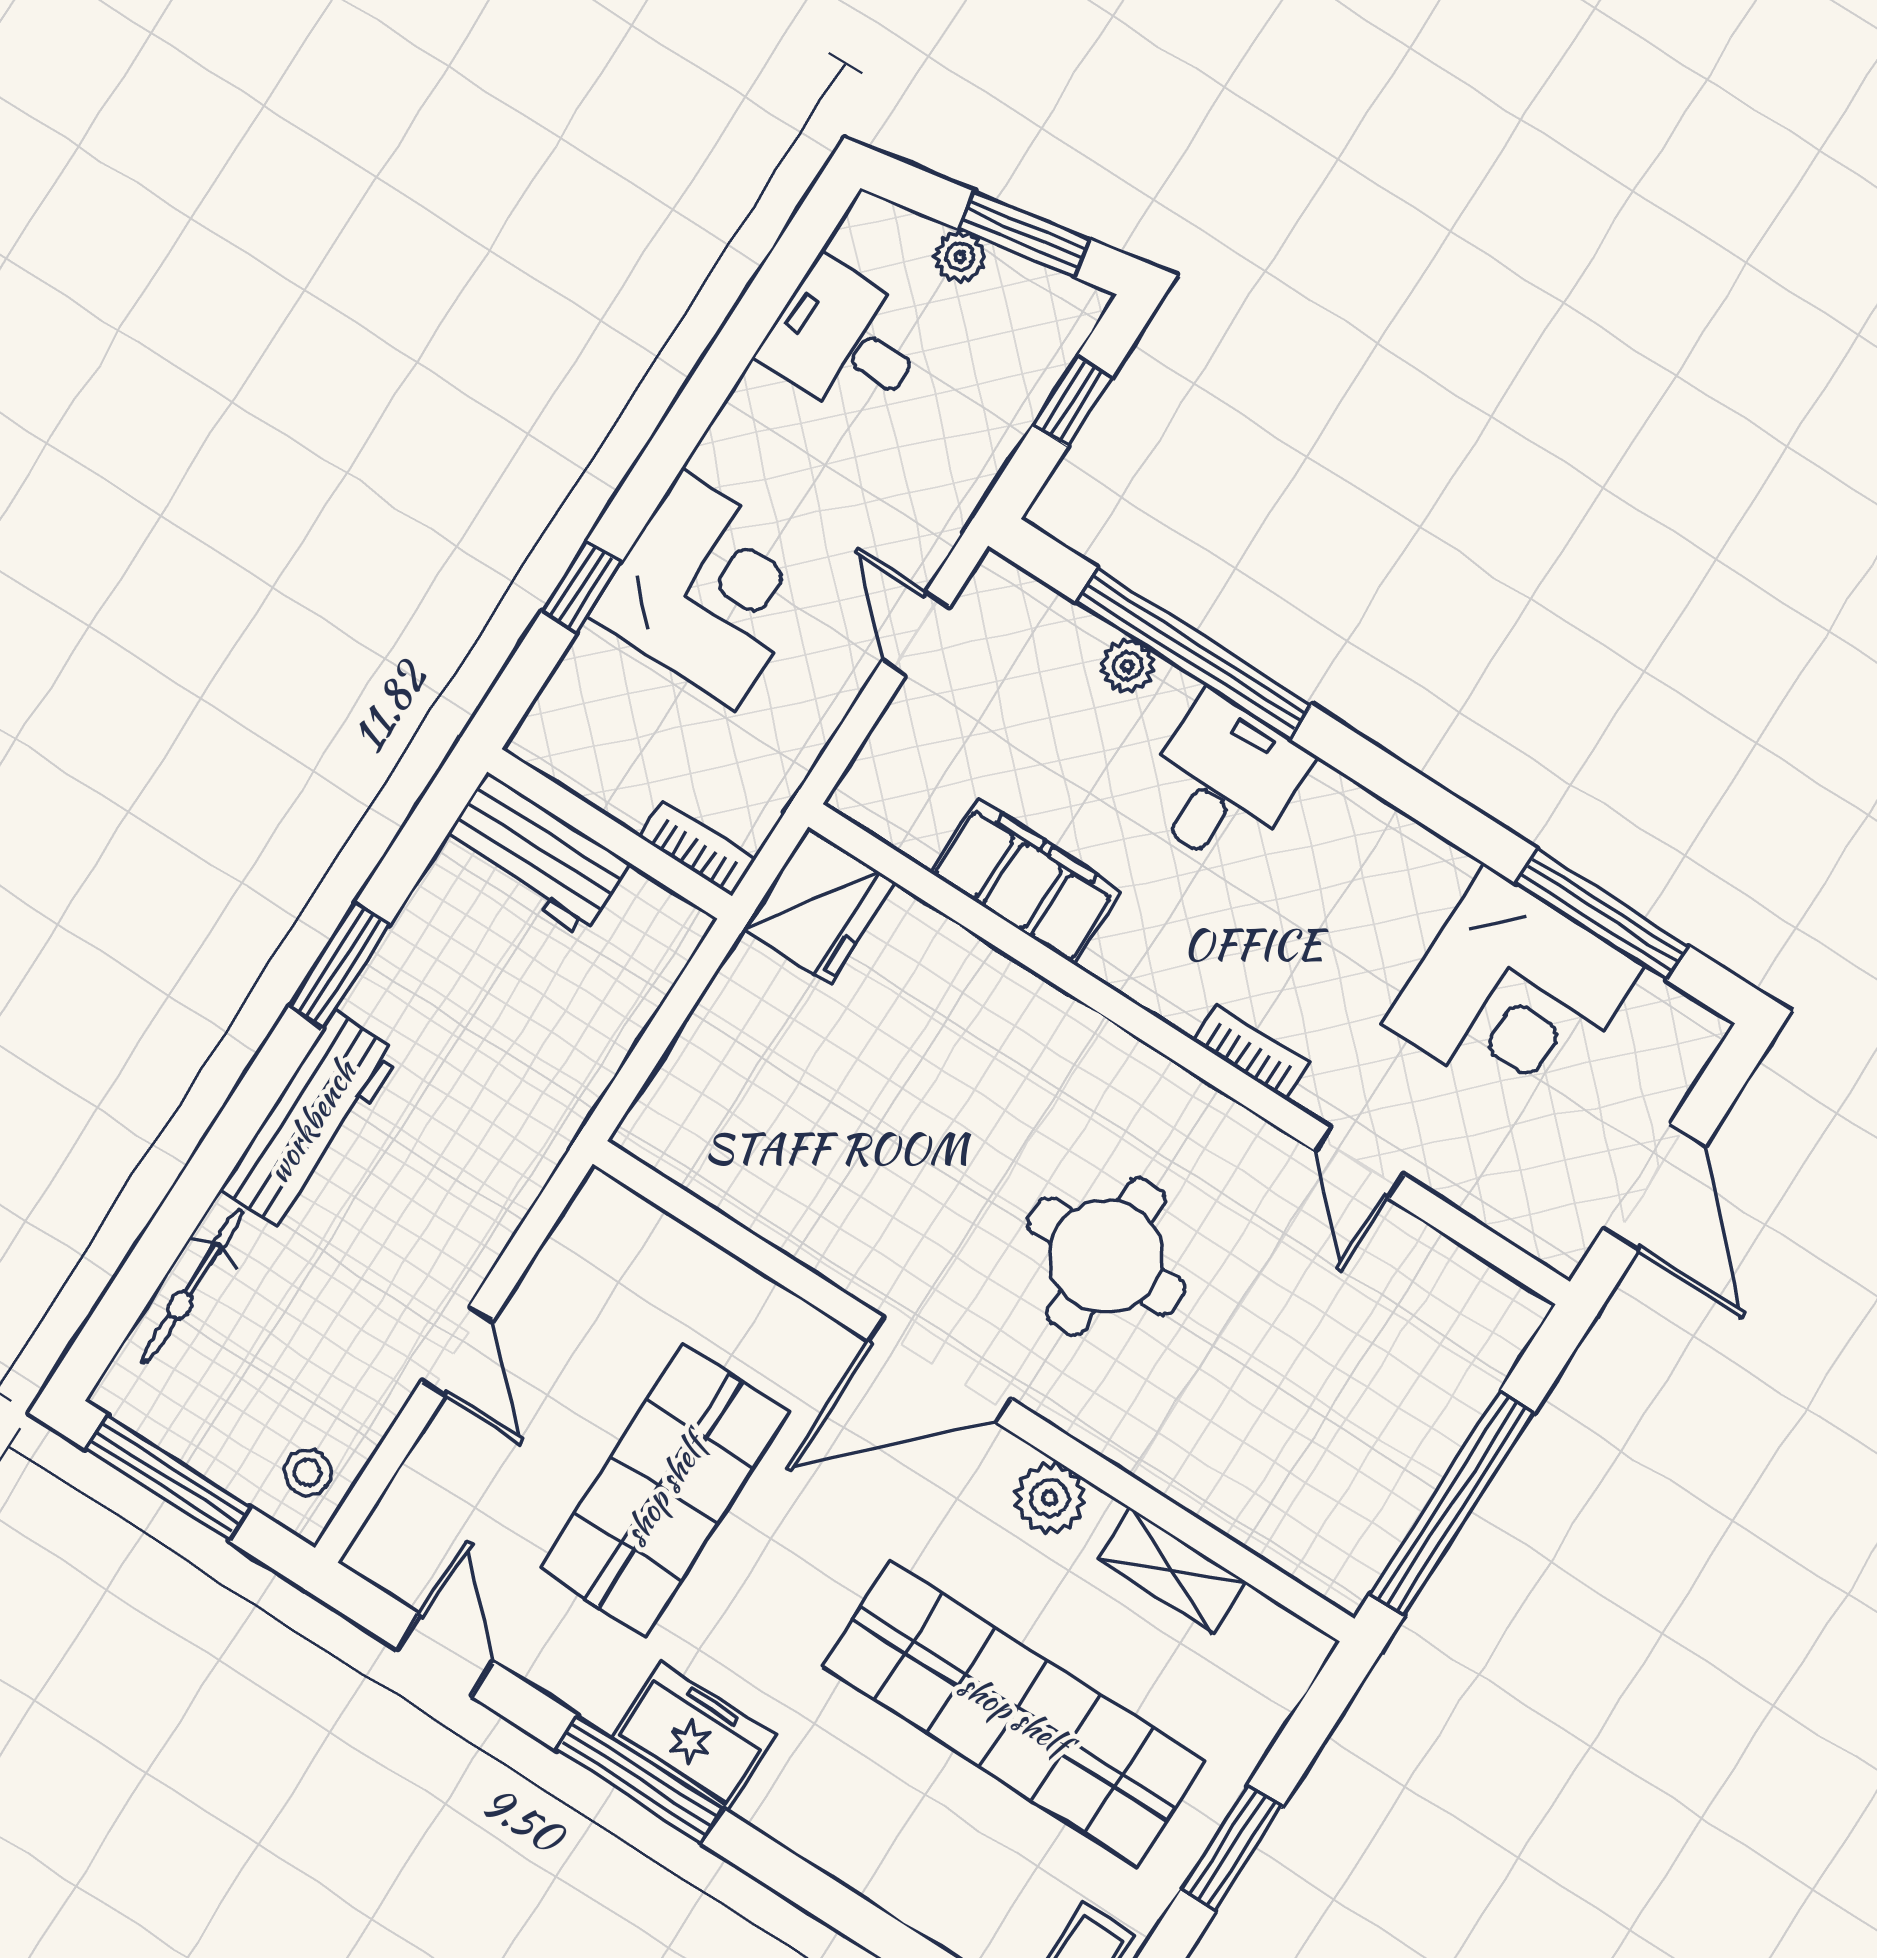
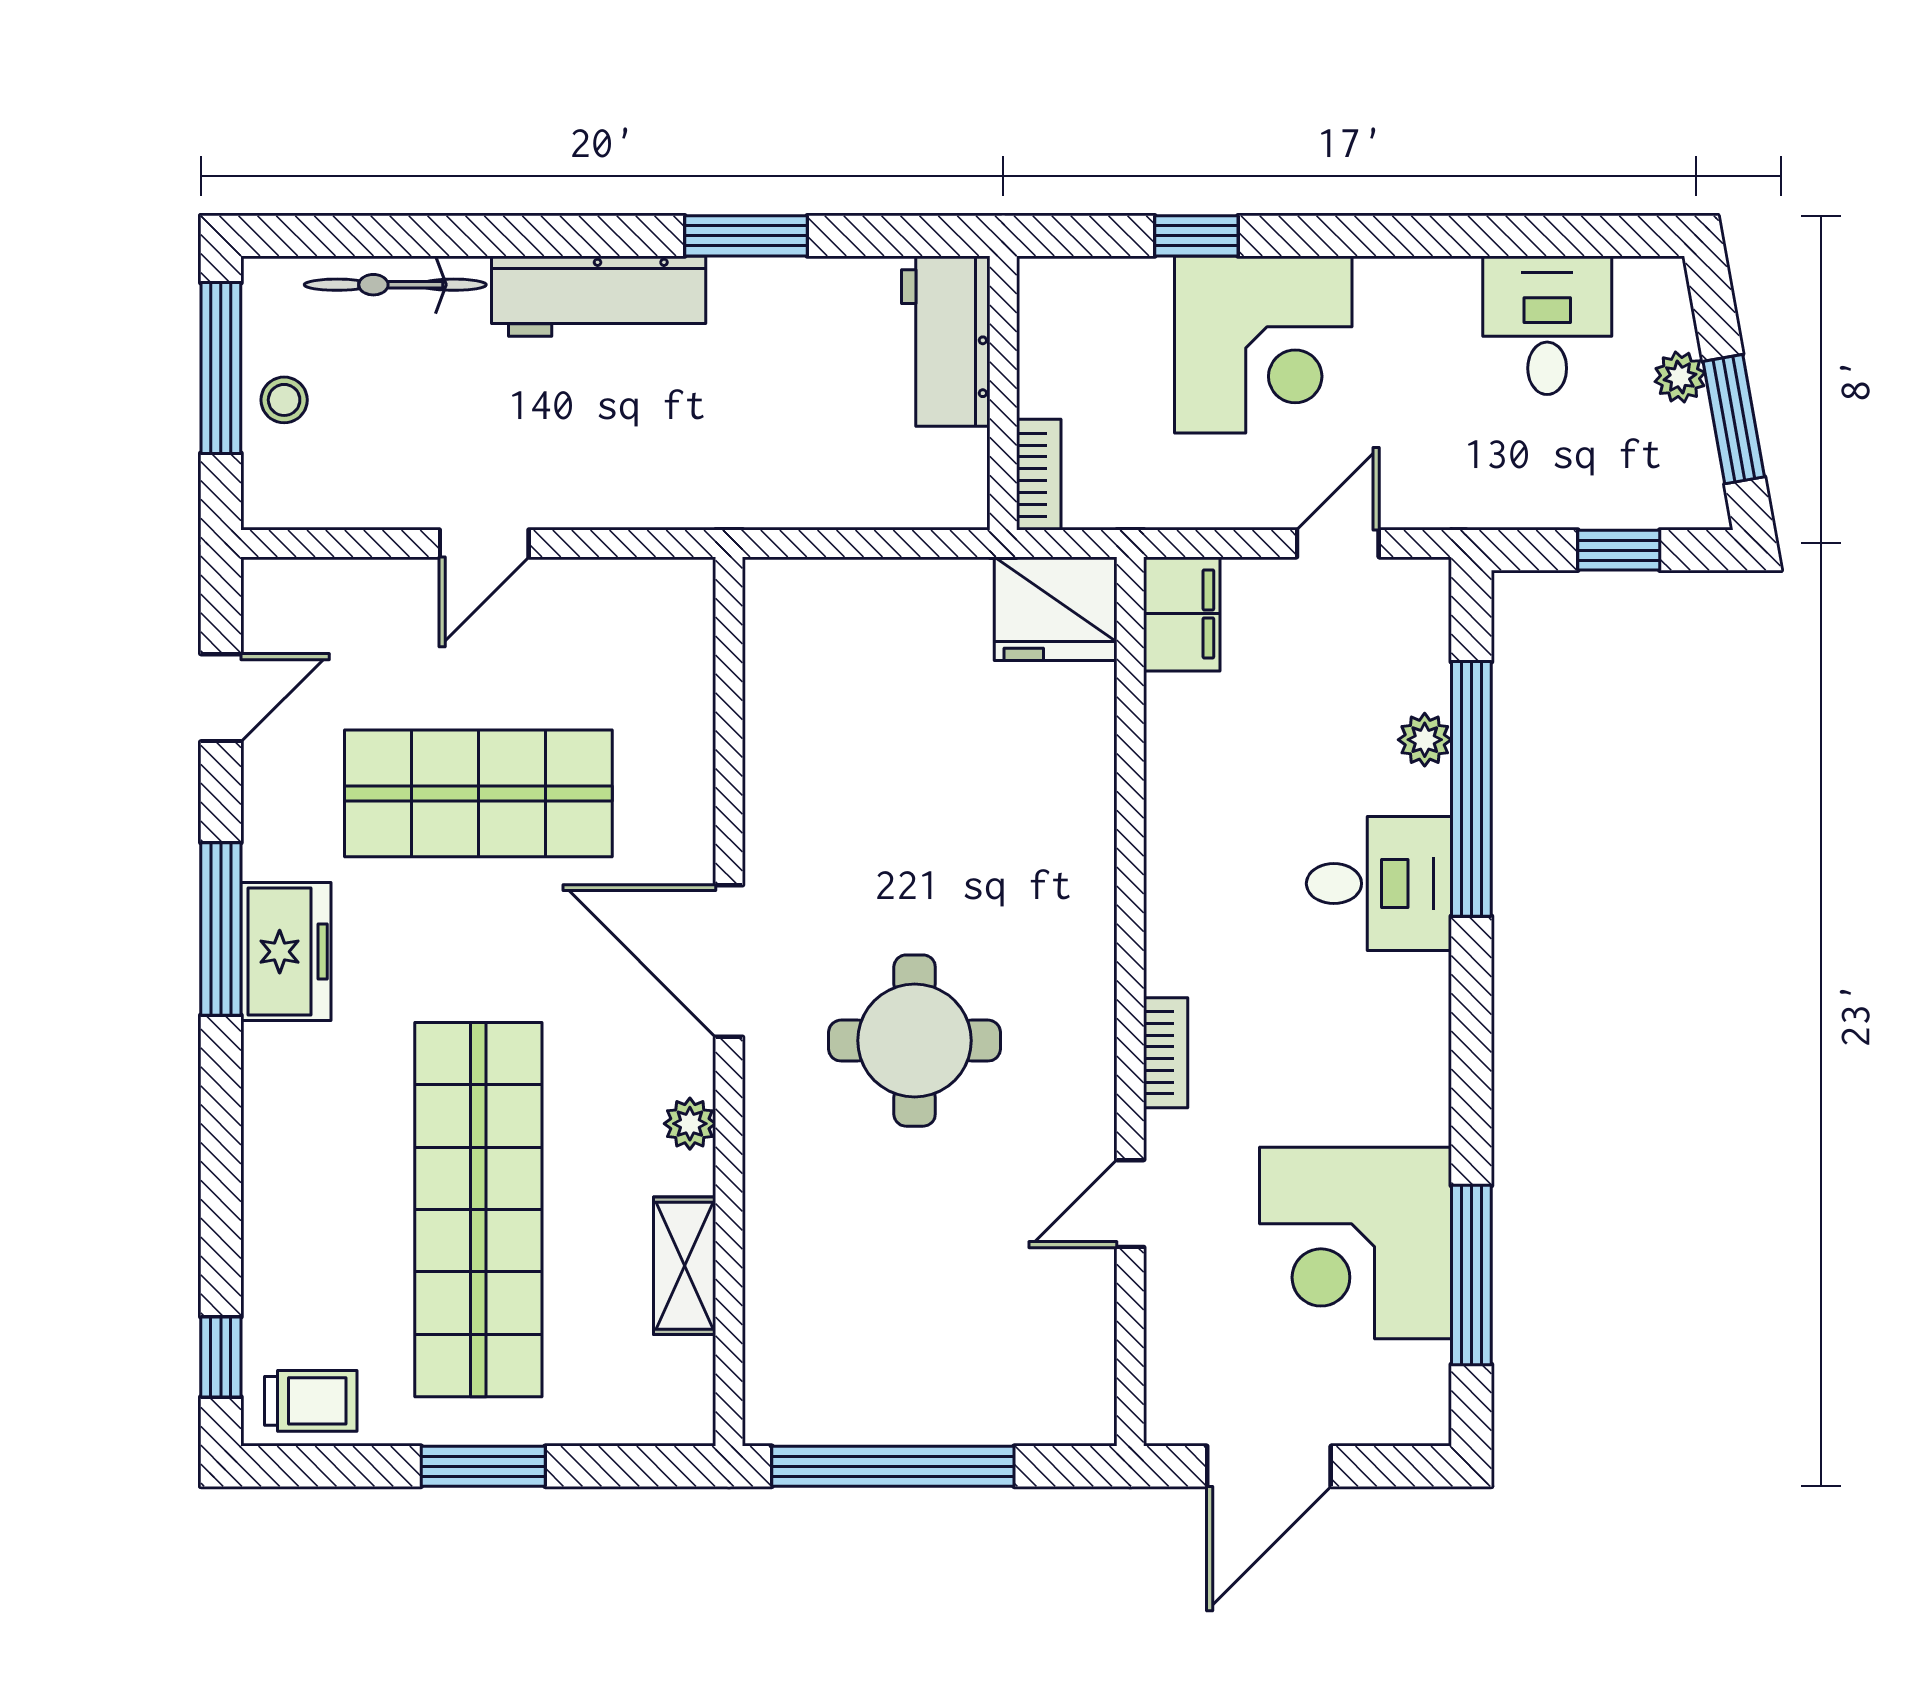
filing cabinet: (1026, 881) -> (1182, 614), moved, width x0.67, depth x0.86
stool: (307, 1473) -> (284, 400), moved
plant: (1050, 1498) -> (690, 1124), width x0.73, depth x0.73

